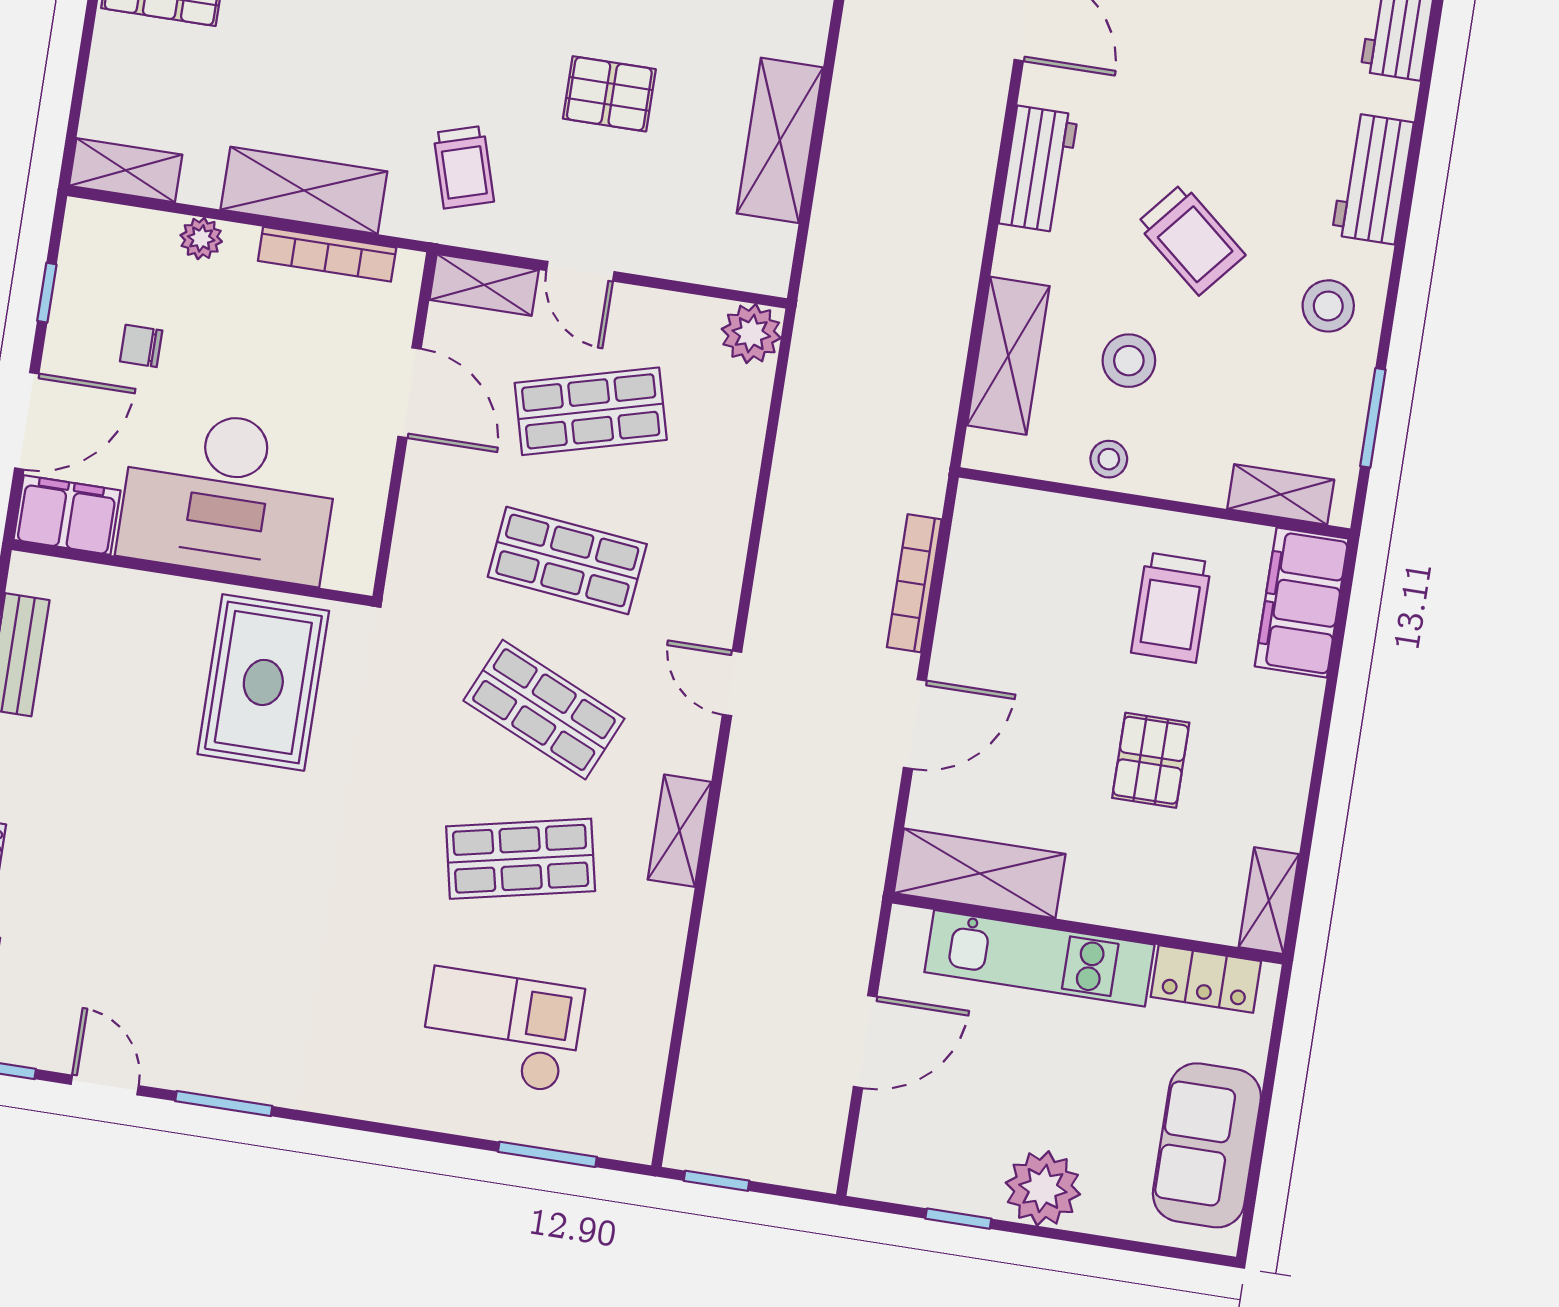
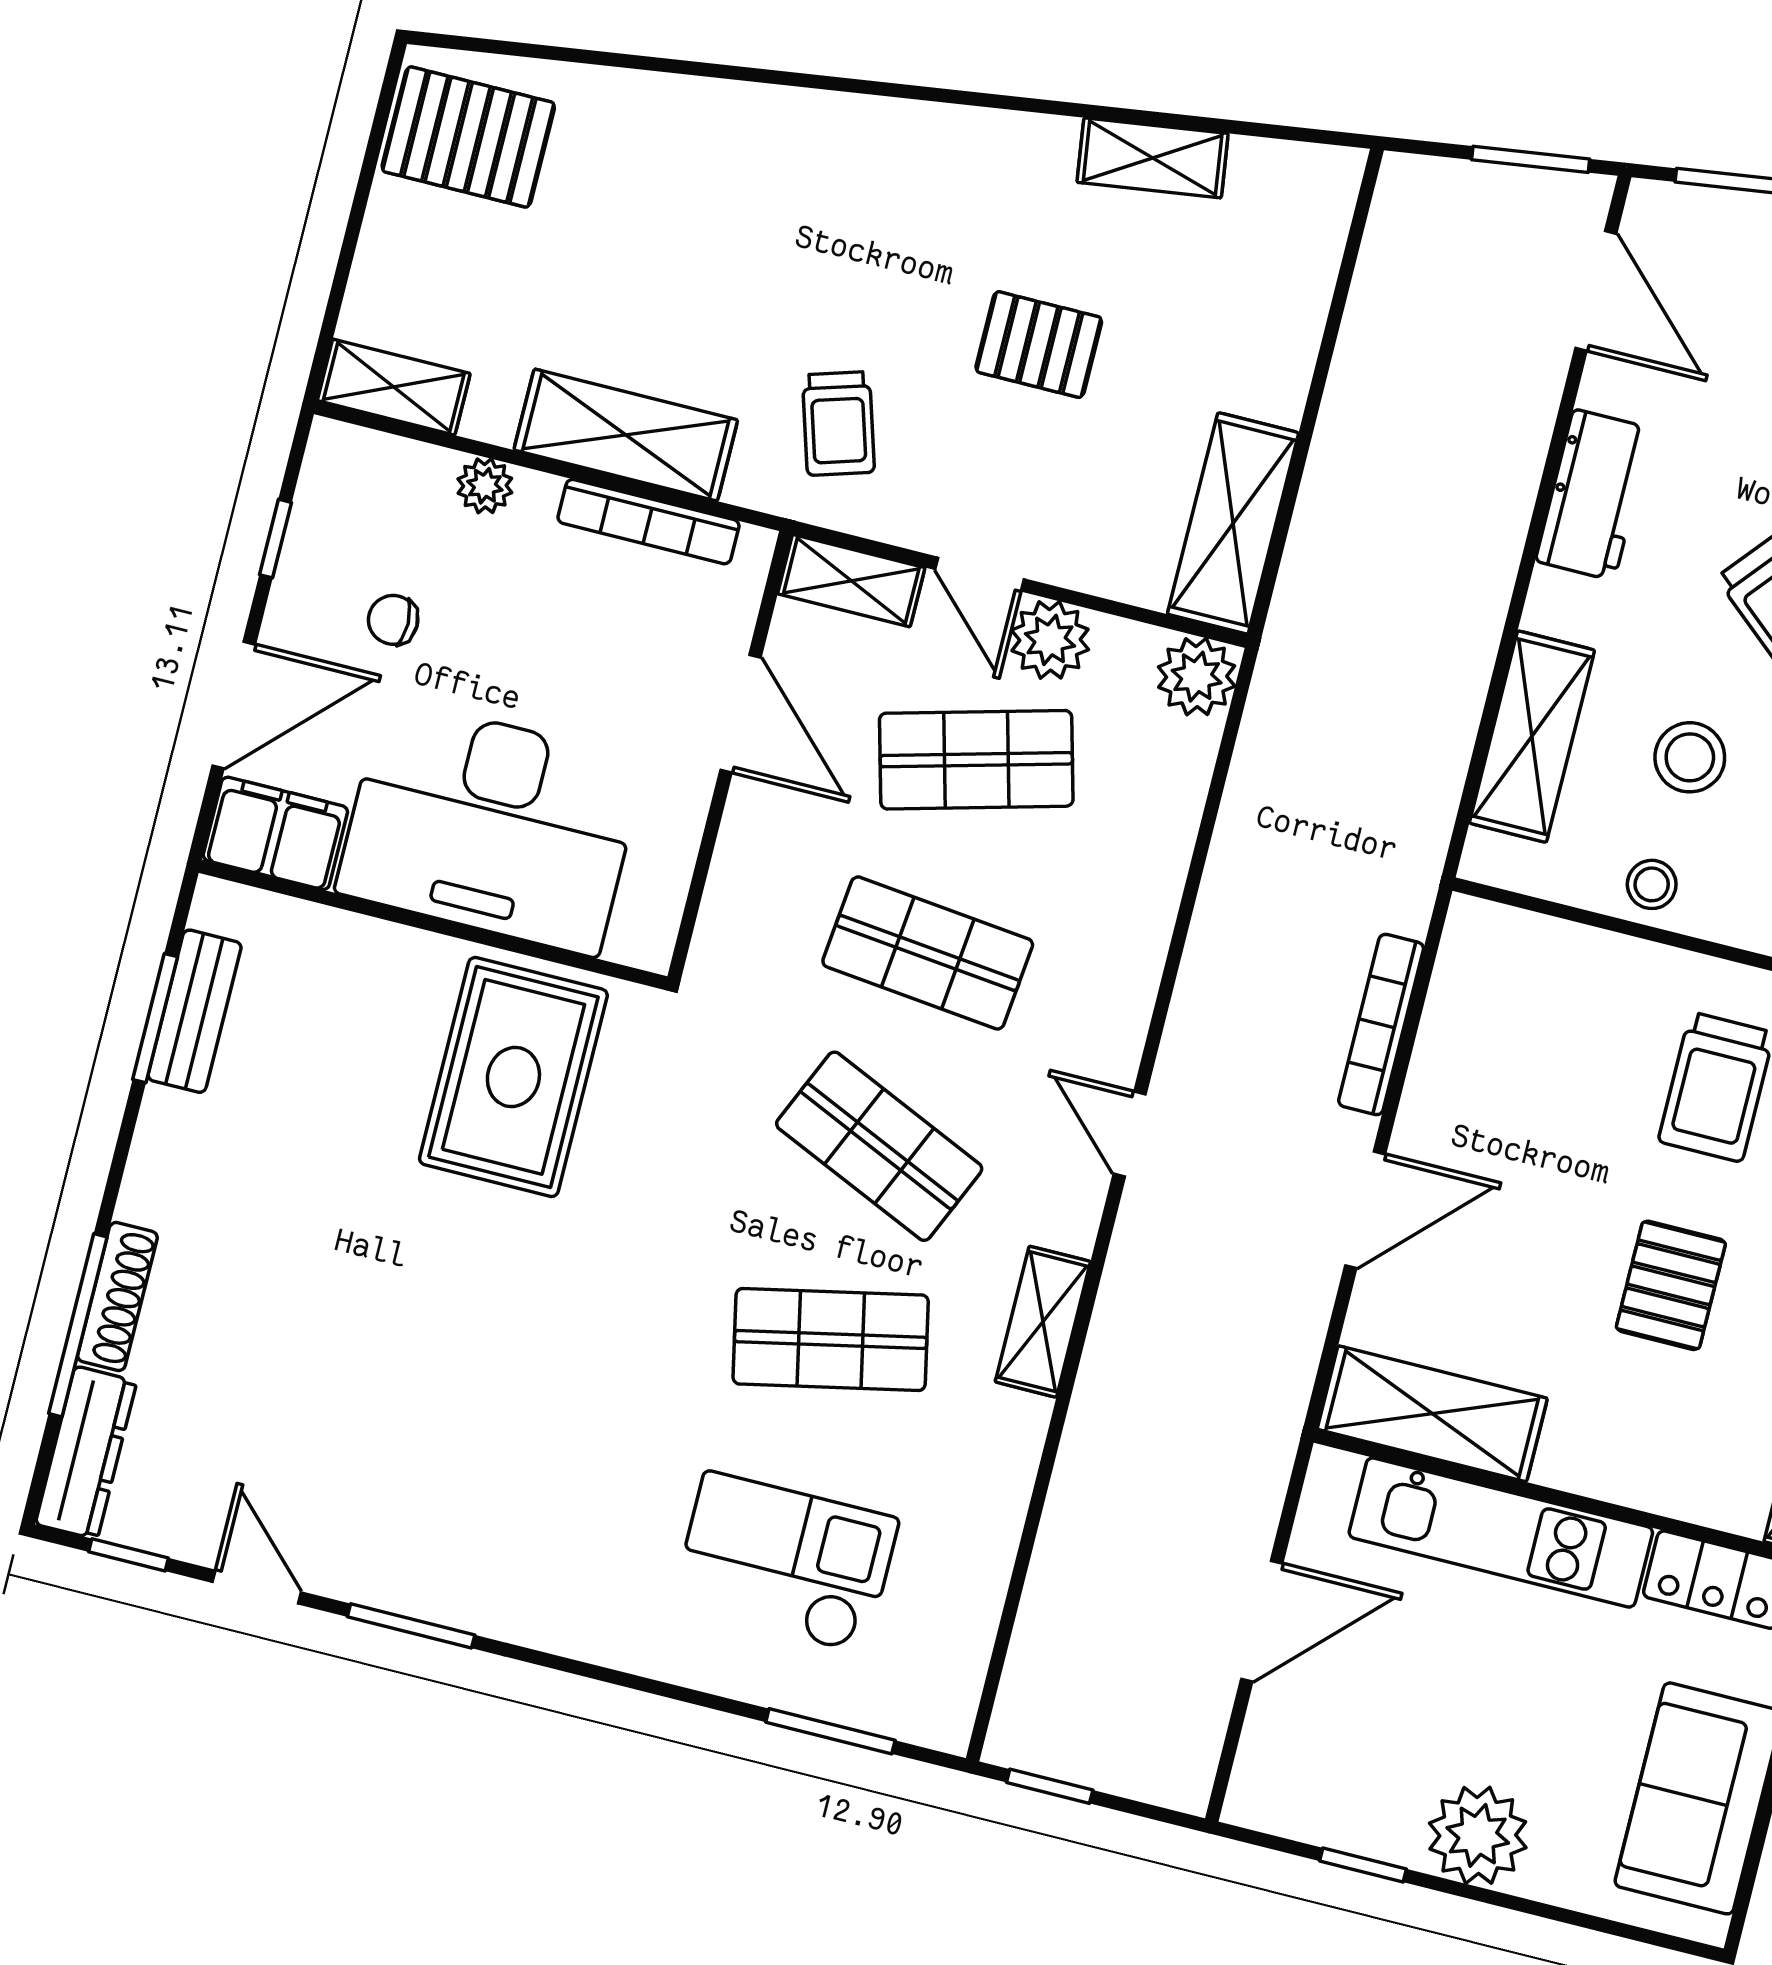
shelving: (780, 140) -> (1233, 523), moved
plant: (638, 316) -> (1050, 640), added

